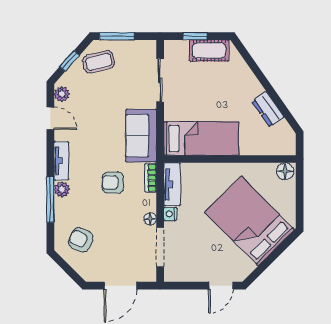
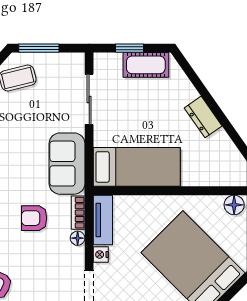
dresser: (268, 109) -> (203, 117), moved
floor lamp: (150, 219) -> (78, 238), moved

